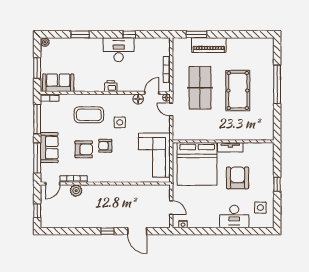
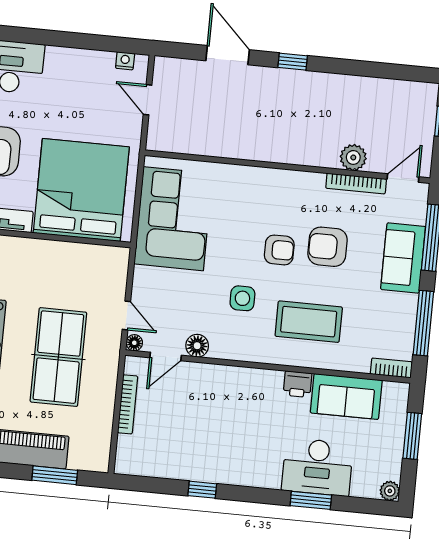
desk: (119, 50) -> (317, 467), moved
sofa: (58, 83) -> (346, 396), moved
printer: (111, 86) -> (298, 384), moved

